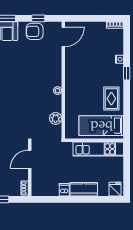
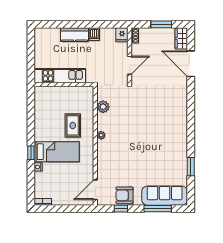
armchair: (35, 31) -> (124, 195), turned 180
rug: (111, 99) -> (73, 125), moved
bed: (101, 126) -> (57, 152), moved
fridge: (115, 189) -> (122, 35), moved

